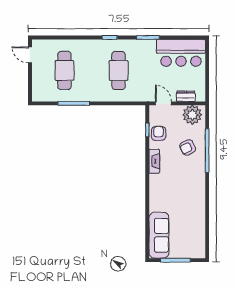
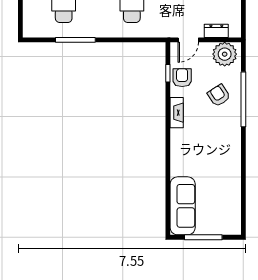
door: (163, 103) -> (188, 40), swing flipped
armchair: (188, 147) -> (219, 95), turned 83

